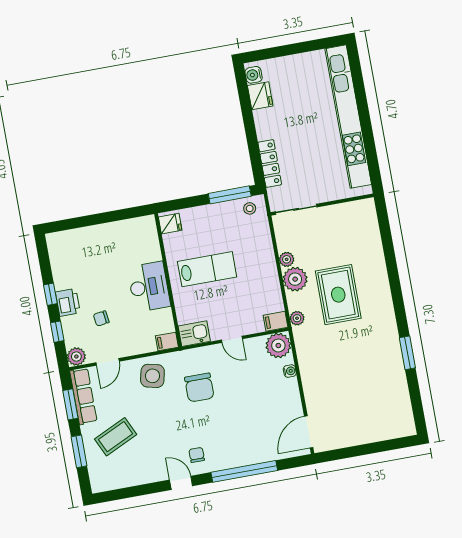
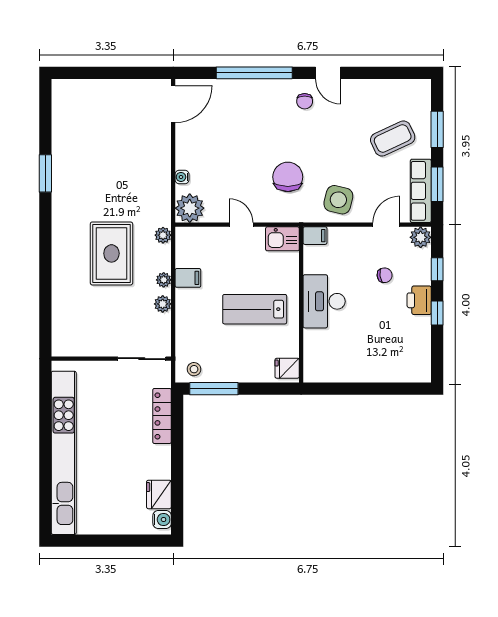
plant: (295, 279) -> (164, 280), width x0.53, depth x0.53
filing cabinet: (276, 321) -> (188, 278), moved

